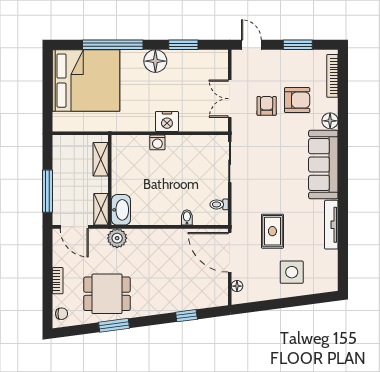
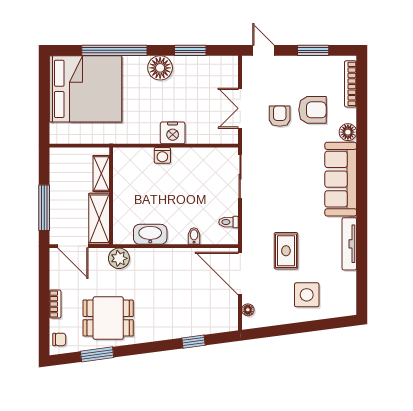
shelving: (101, 209) -> (99, 219), width x1.50, depth x1.33
washbasin: (121, 210) -> (150, 234), moved, turned -90
window: (114, 325) -> (97, 354), moved

